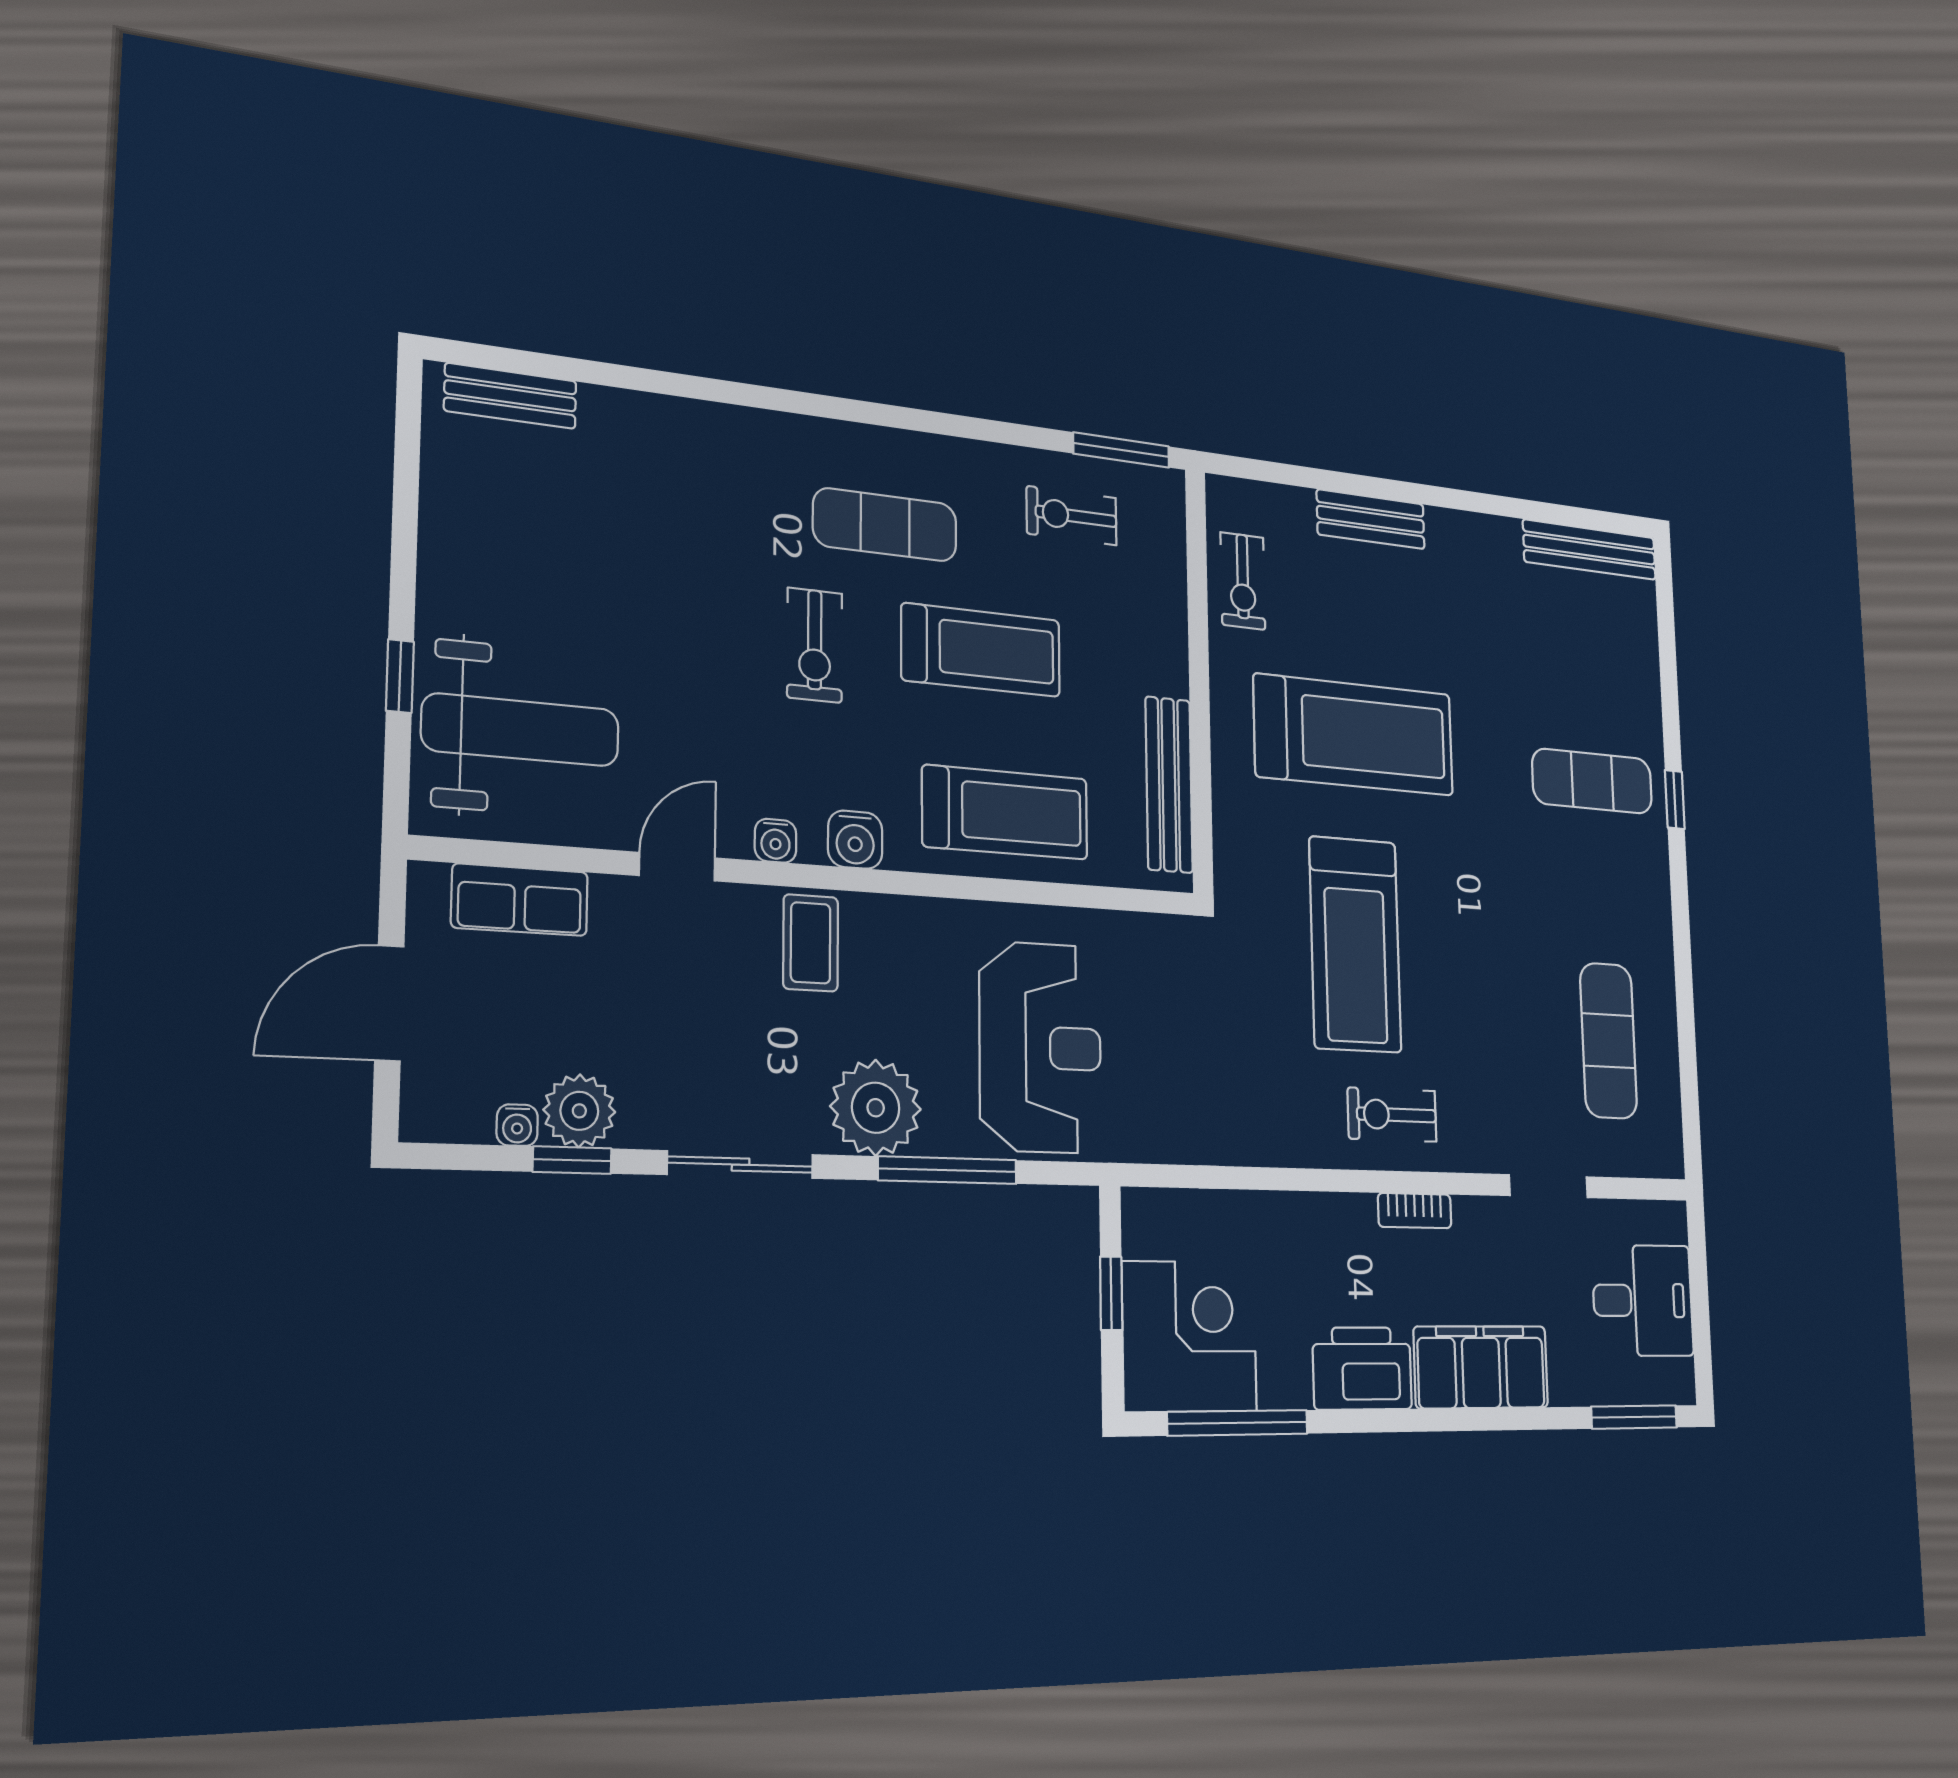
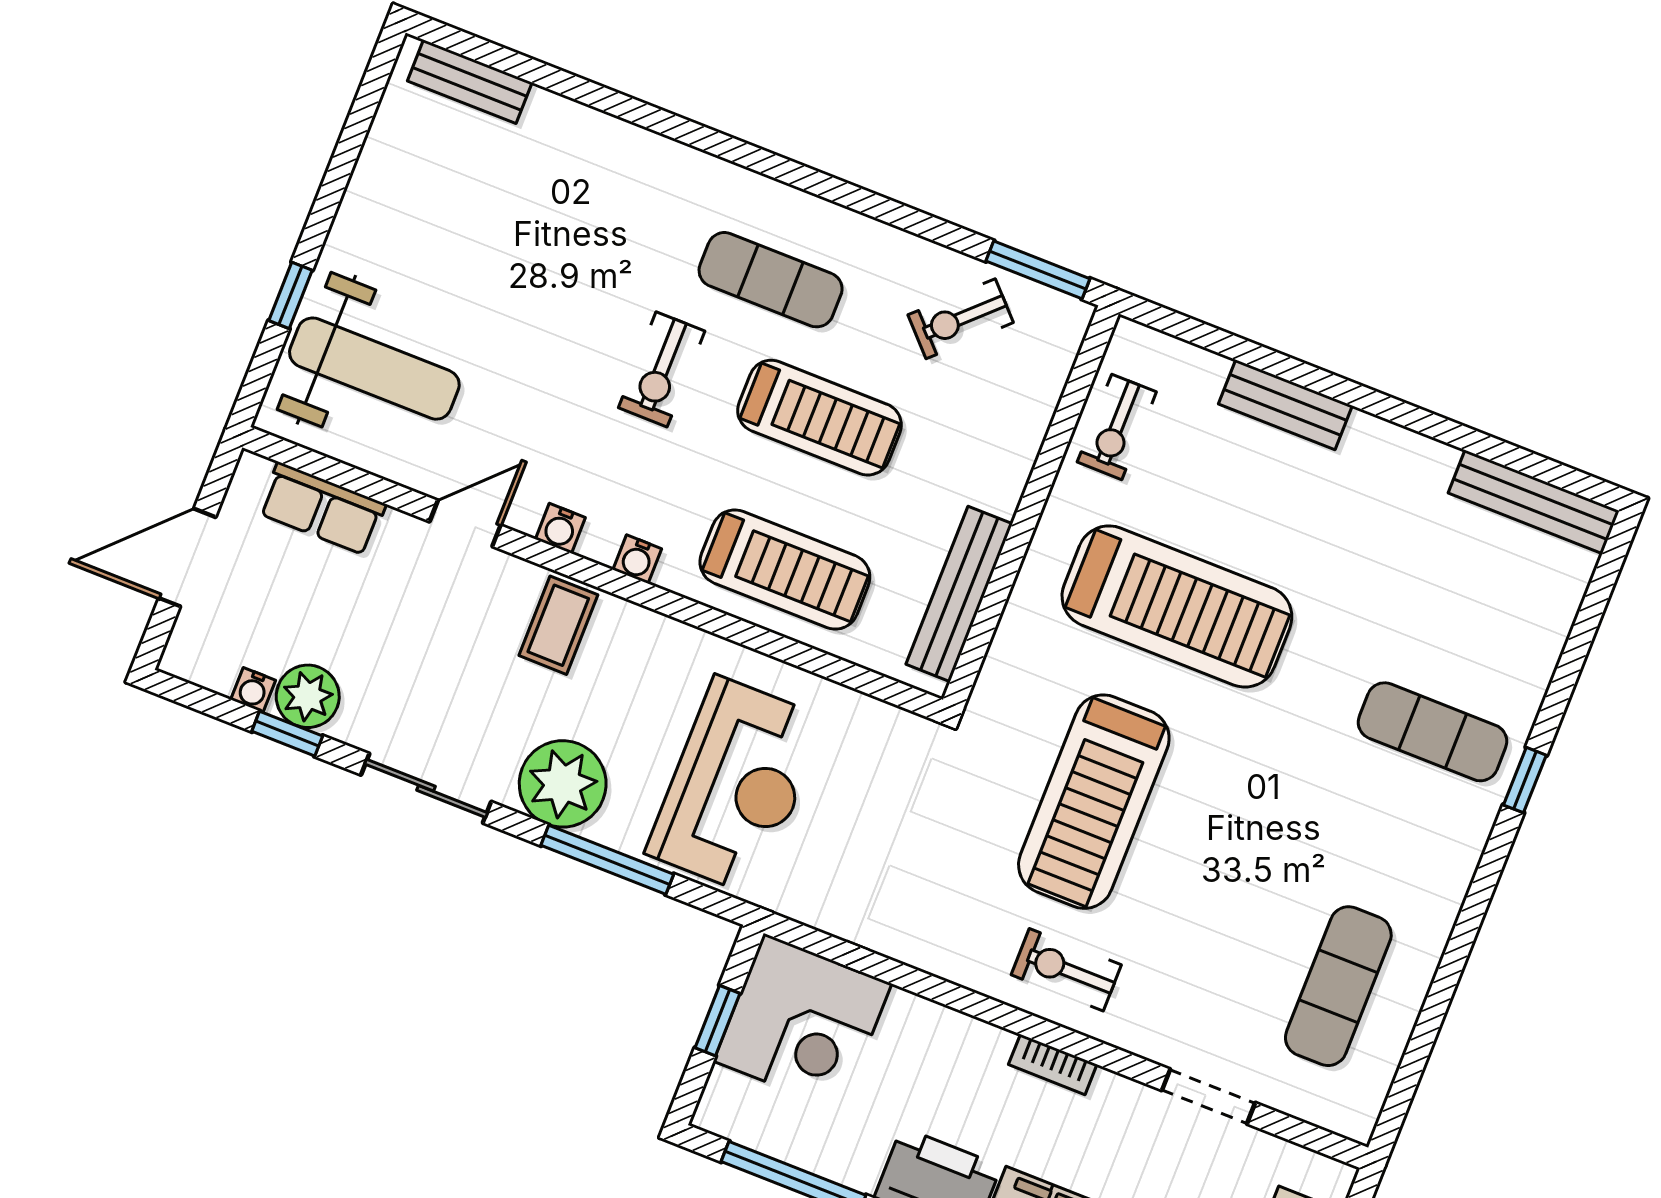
exercise bike: (1072, 516) -> (961, 319), turned -44
water cooler: (855, 840) -> (637, 559), width x0.72, depth x0.72
corner desk: (1189, 1336) -> (803, 1022), moved, turned 90

